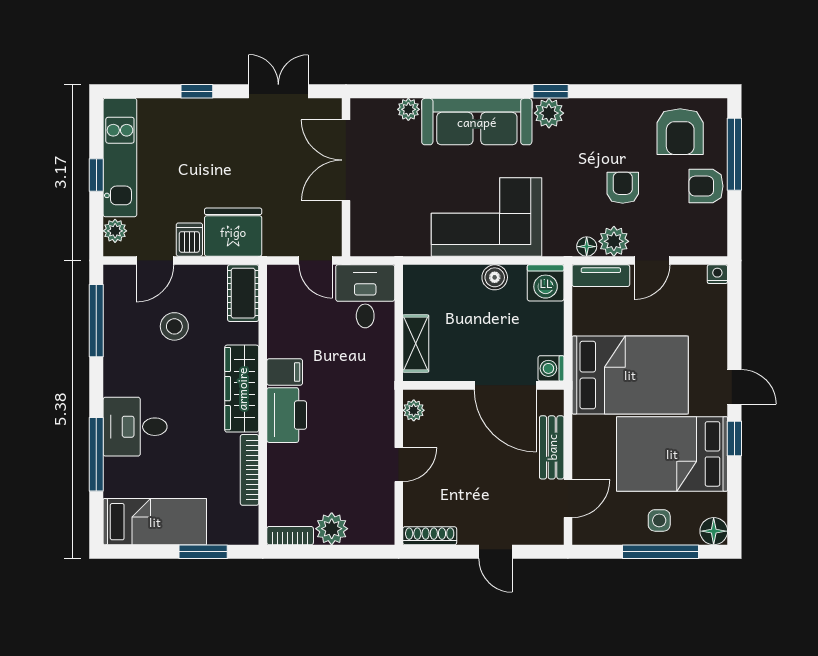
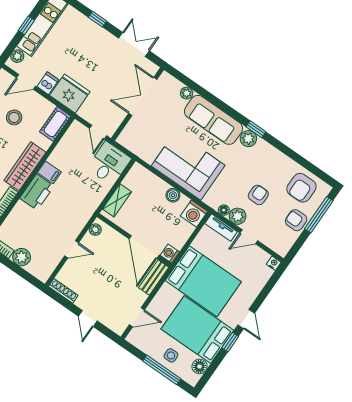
bench: (552, 447) -> (154, 277), moved
floor lamp: (714, 531) -> (200, 367), moved

